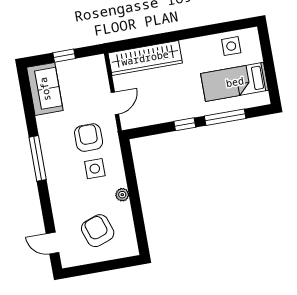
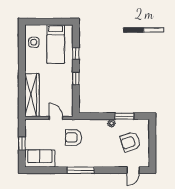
window: (225, 117) -> (76, 53), width x0.46
side table: (95, 169) -> (93, 137), removed
window: (137, 214) -> (124, 116), added

